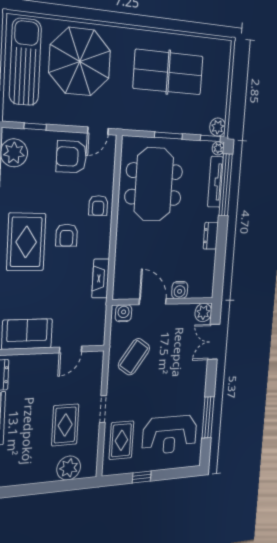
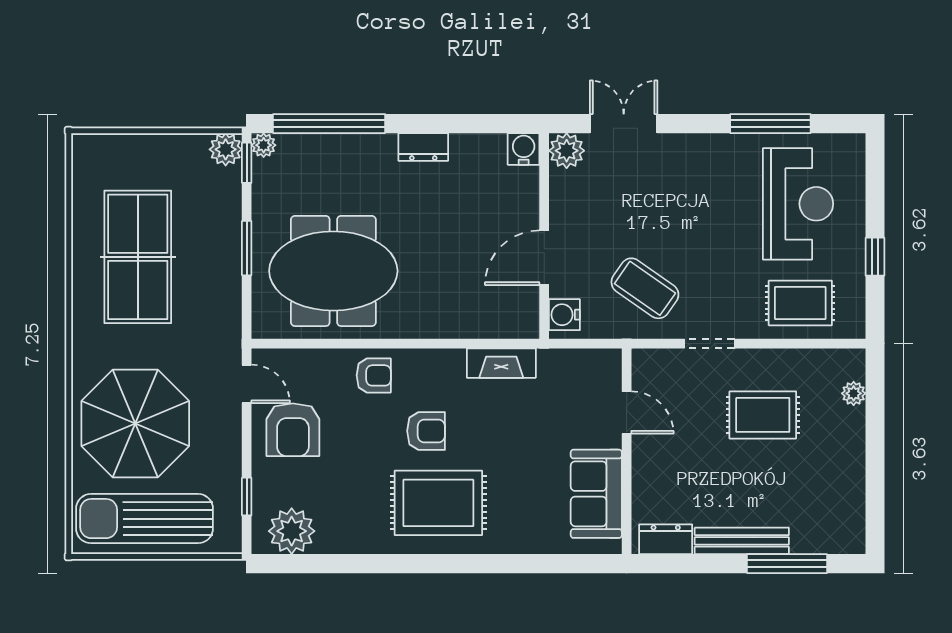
tv unit: (215, 182) -> (324, 146), removed
water cooler: (180, 290) -> (524, 149), moved, turned -90
double door: (214, 342) -> (624, 124), swing flipped
doorway: (103, 409) -> (709, 344), moved
plant: (69, 468) -> (854, 393), width x0.53, depth x0.53

